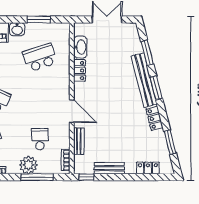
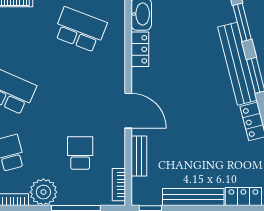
school desk: (40, 57) -> (80, 30), turned 39
plant: (29, 165) -> (43, 192), moved
bench: (109, 168) -> (193, 197), width x1.36

